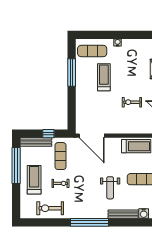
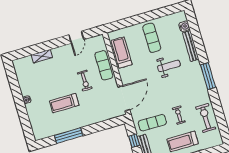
exercise mat: (92, 51) -> (104, 65), moved
exercise bike: (132, 102) -> (85, 81), moved
exercise bike: (50, 208) -> (206, 118), turned 180
window: (89, 222) -> (208, 76), width x0.68

